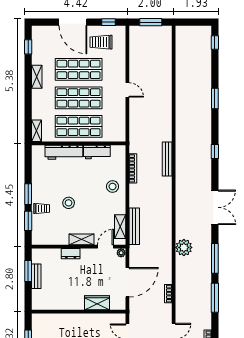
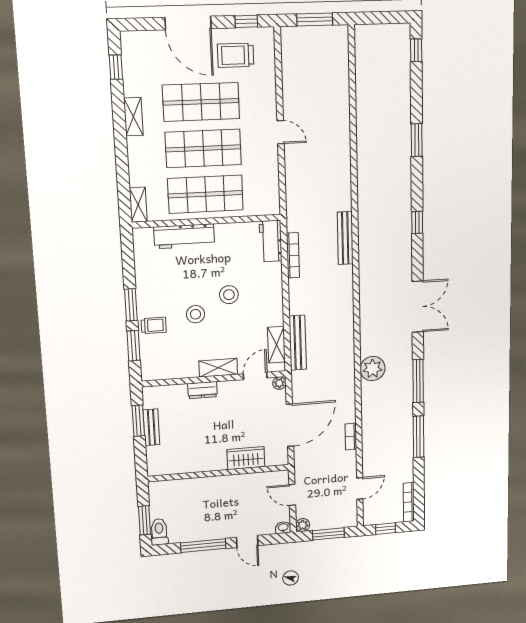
workbench: (97, 152) -> (271, 241), moved, turned 90
stool: (113, 186) -> (229, 295), moved

